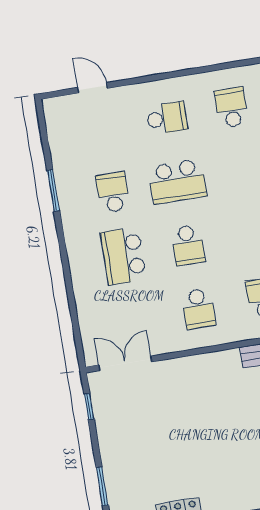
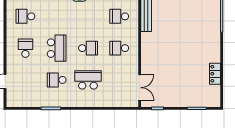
school desk: (123, 256) -> (88, 80), turned 180
school desk: (198, 309) -> (119, 48), turned 180
double door: (125, 363) -> (140, 88), swing flipped

